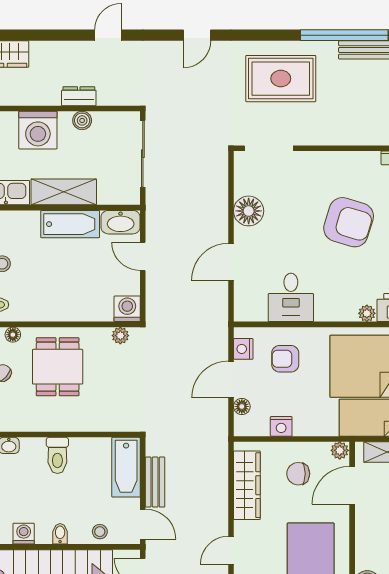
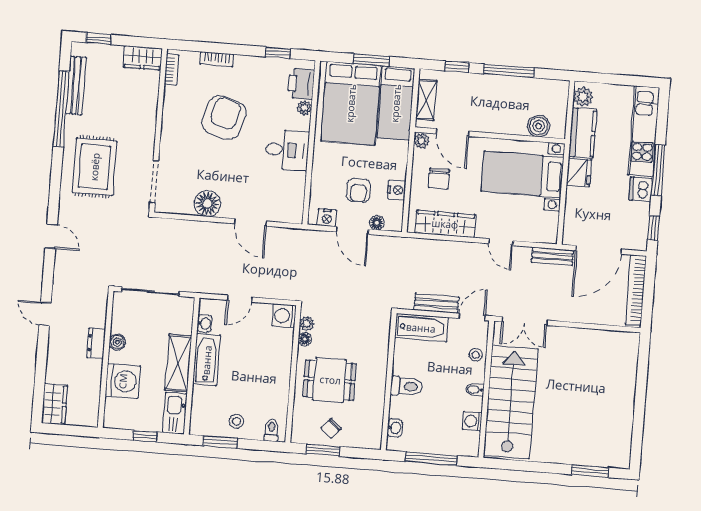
washbasin: (121, 222) -> (204, 323), width x0.52, depth x0.69
desk: (291, 297) -> (287, 150), moved
floor lamp: (13, 335) -> (305, 339), moved
armchair: (285, 359) -> (358, 190), moved

